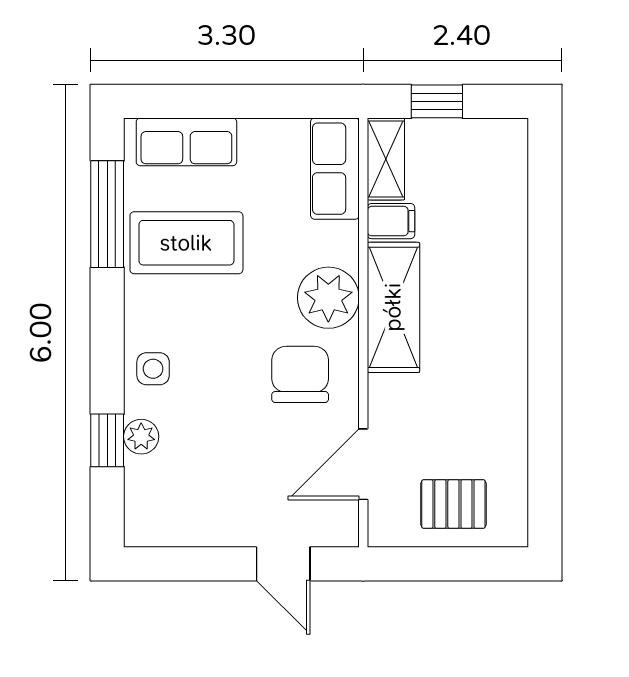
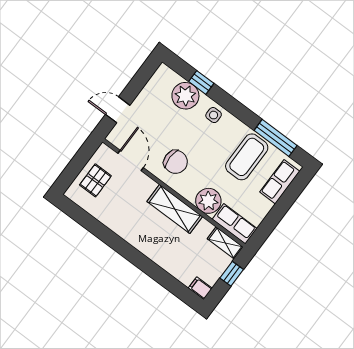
filing cabinet: (391, 221) -> (200, 288), moved, turned 90
plant: (328, 298) -> (208, 201), moved
plant: (141, 437) -> (185, 96), width x1.88, depth x1.88

